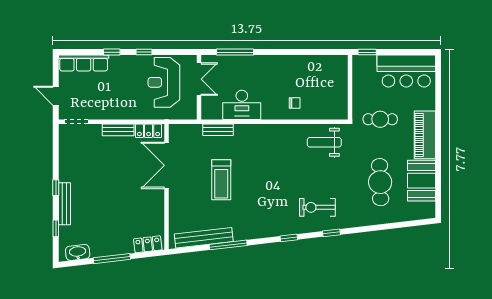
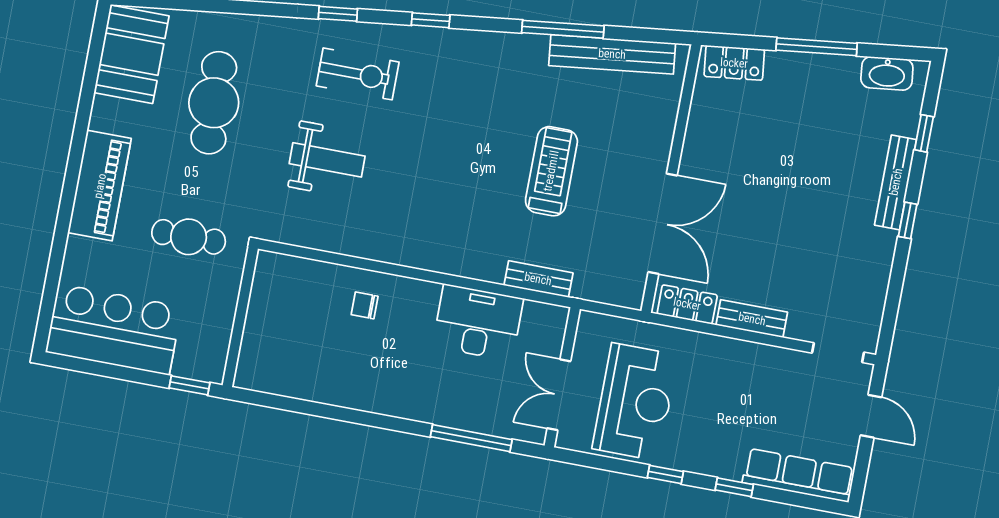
weight bench: (324, 142) -> (327, 160), moved
booth: (421, 181) -> (132, 54), moved

